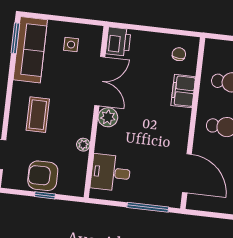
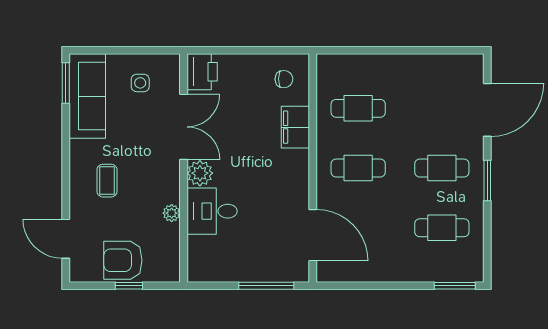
chair: (179, 54) -> (284, 79), turned 85
coffee table: (38, 115) -> (107, 181), width x0.73, depth x0.77
desk: (111, 173) -> (212, 211), moved

